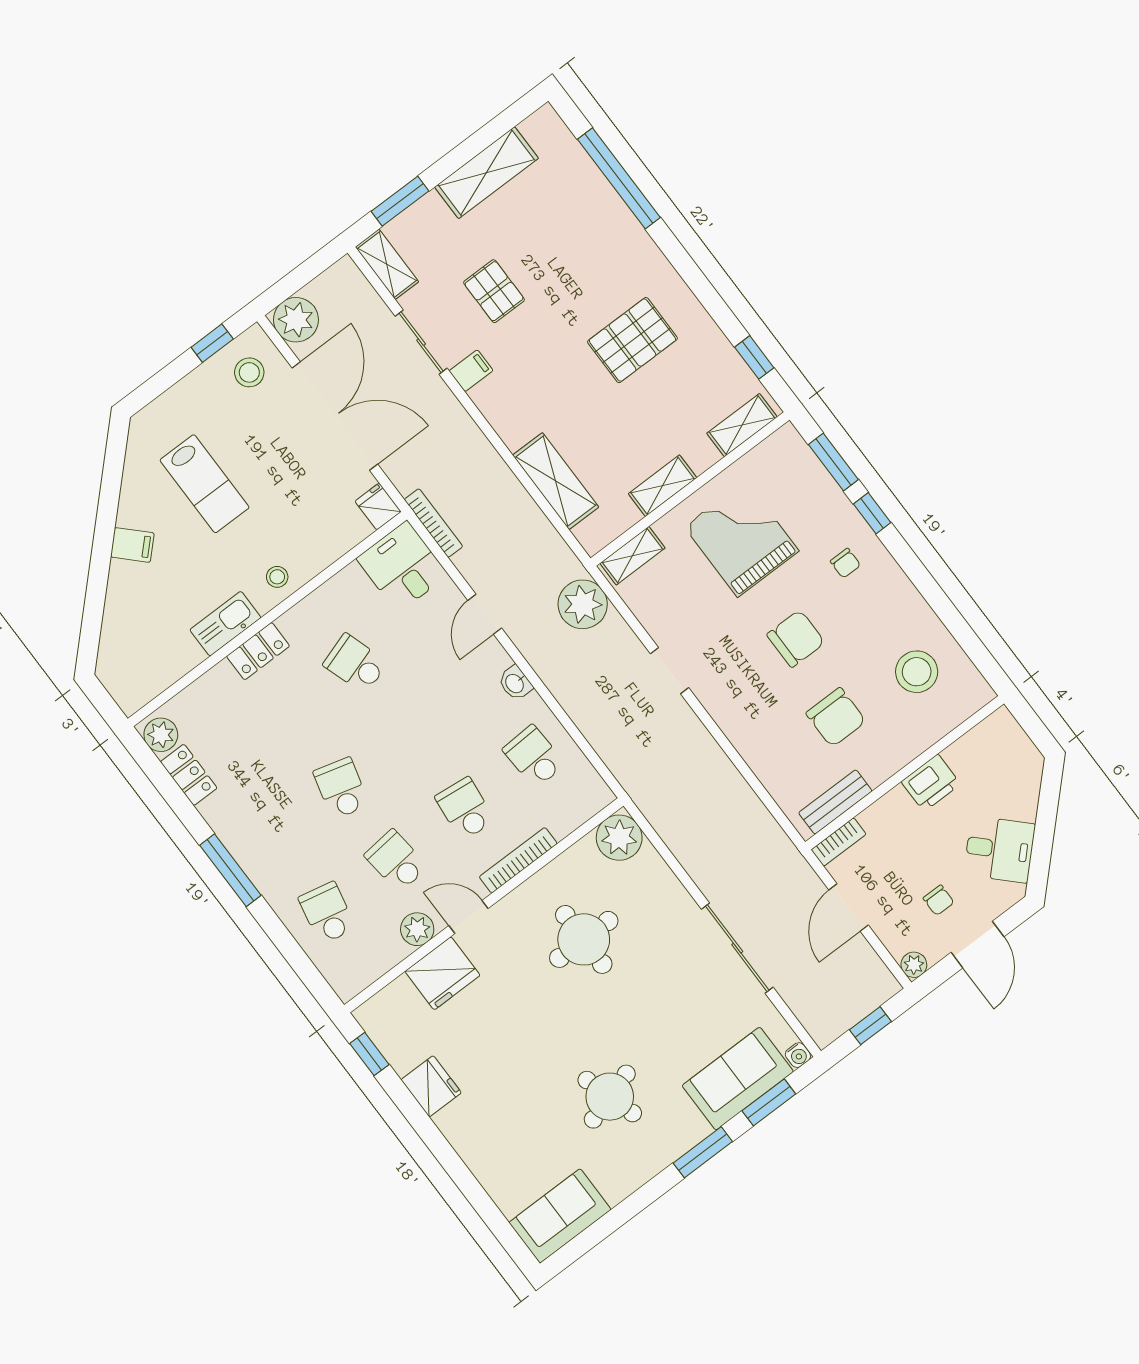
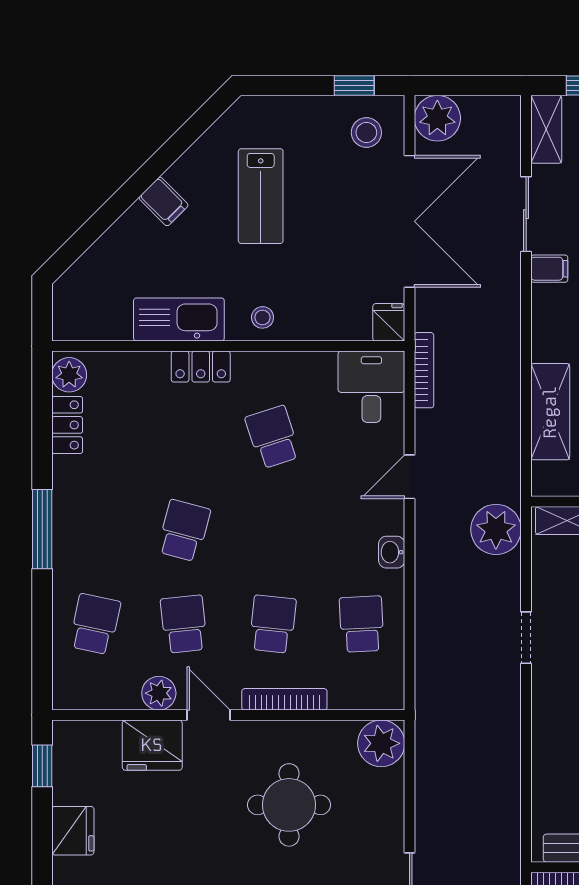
kitchen sink: (225, 624) -> (179, 320), width x1.36, depth x1.24

